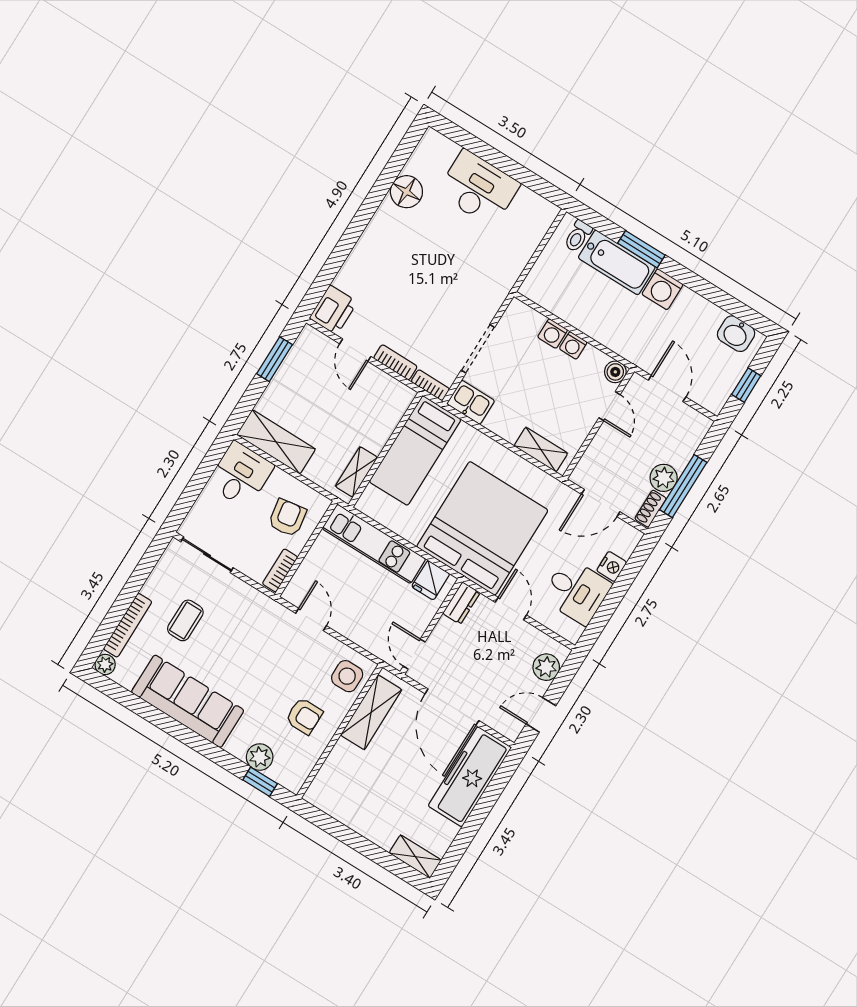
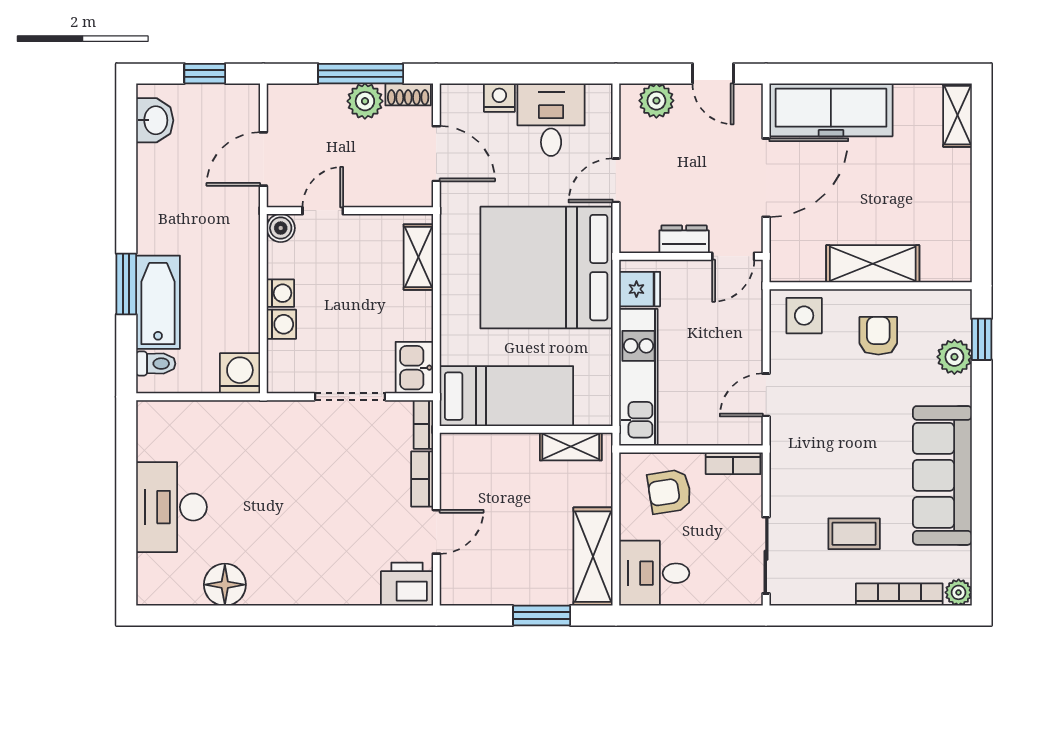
washing machine: (662, 289) -> (240, 373), moved, turned -90
window: (274, 359) -> (542, 615), moved
dresser: (461, 603) -> (684, 239), moved
shelving: (371, 712) -> (873, 264), moved

